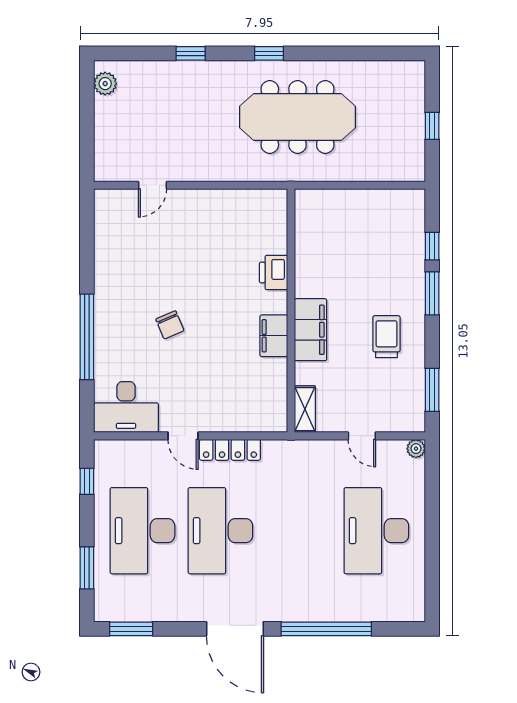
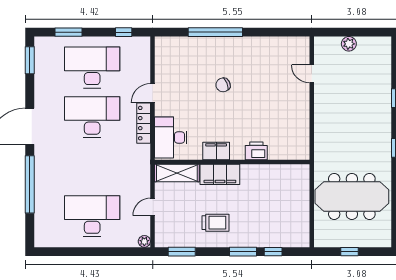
plant: (105, 84) -> (349, 44), moved
meeting table: (298, 117) -> (352, 196), moved, turned 90
desk: (126, 407) -> (171, 137), moved
shelving: (305, 409) -> (177, 173), width x1.50, depth x1.33

